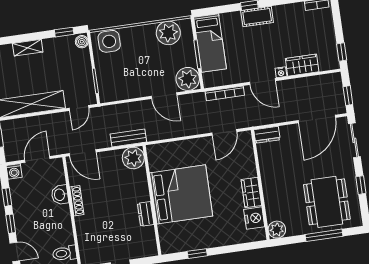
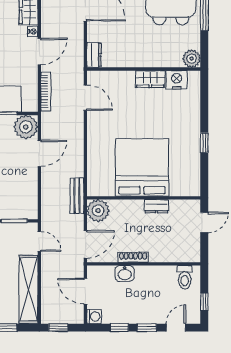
plant: (133, 158) -> (98, 211), moved
bed: (181, 194) -> (142, 167), moved
wall: (152, 200) -> (144, 198), moved
dresser: (146, 214) -> (157, 206), moved

